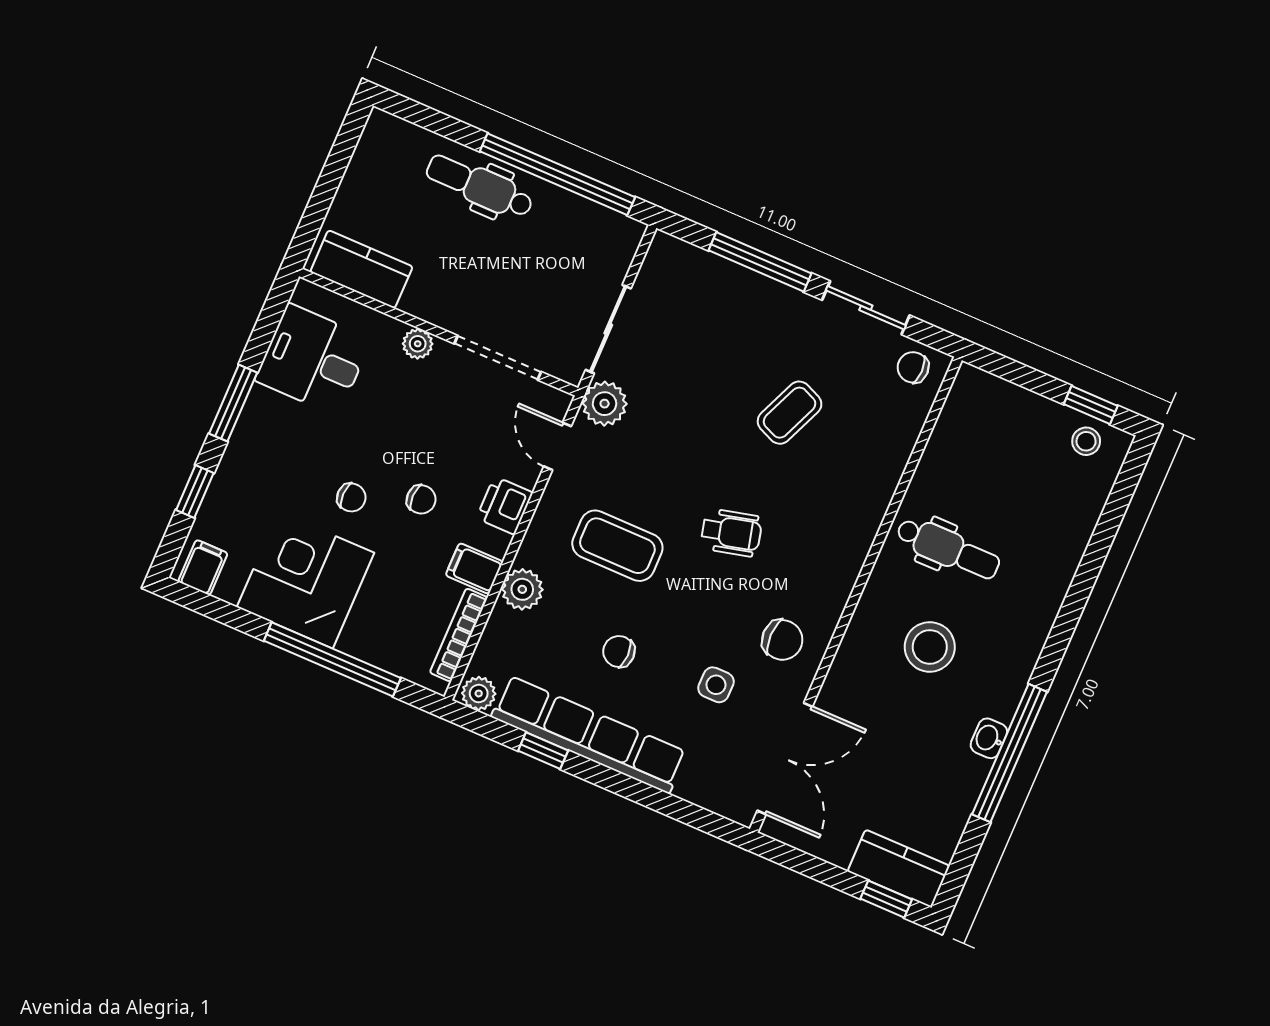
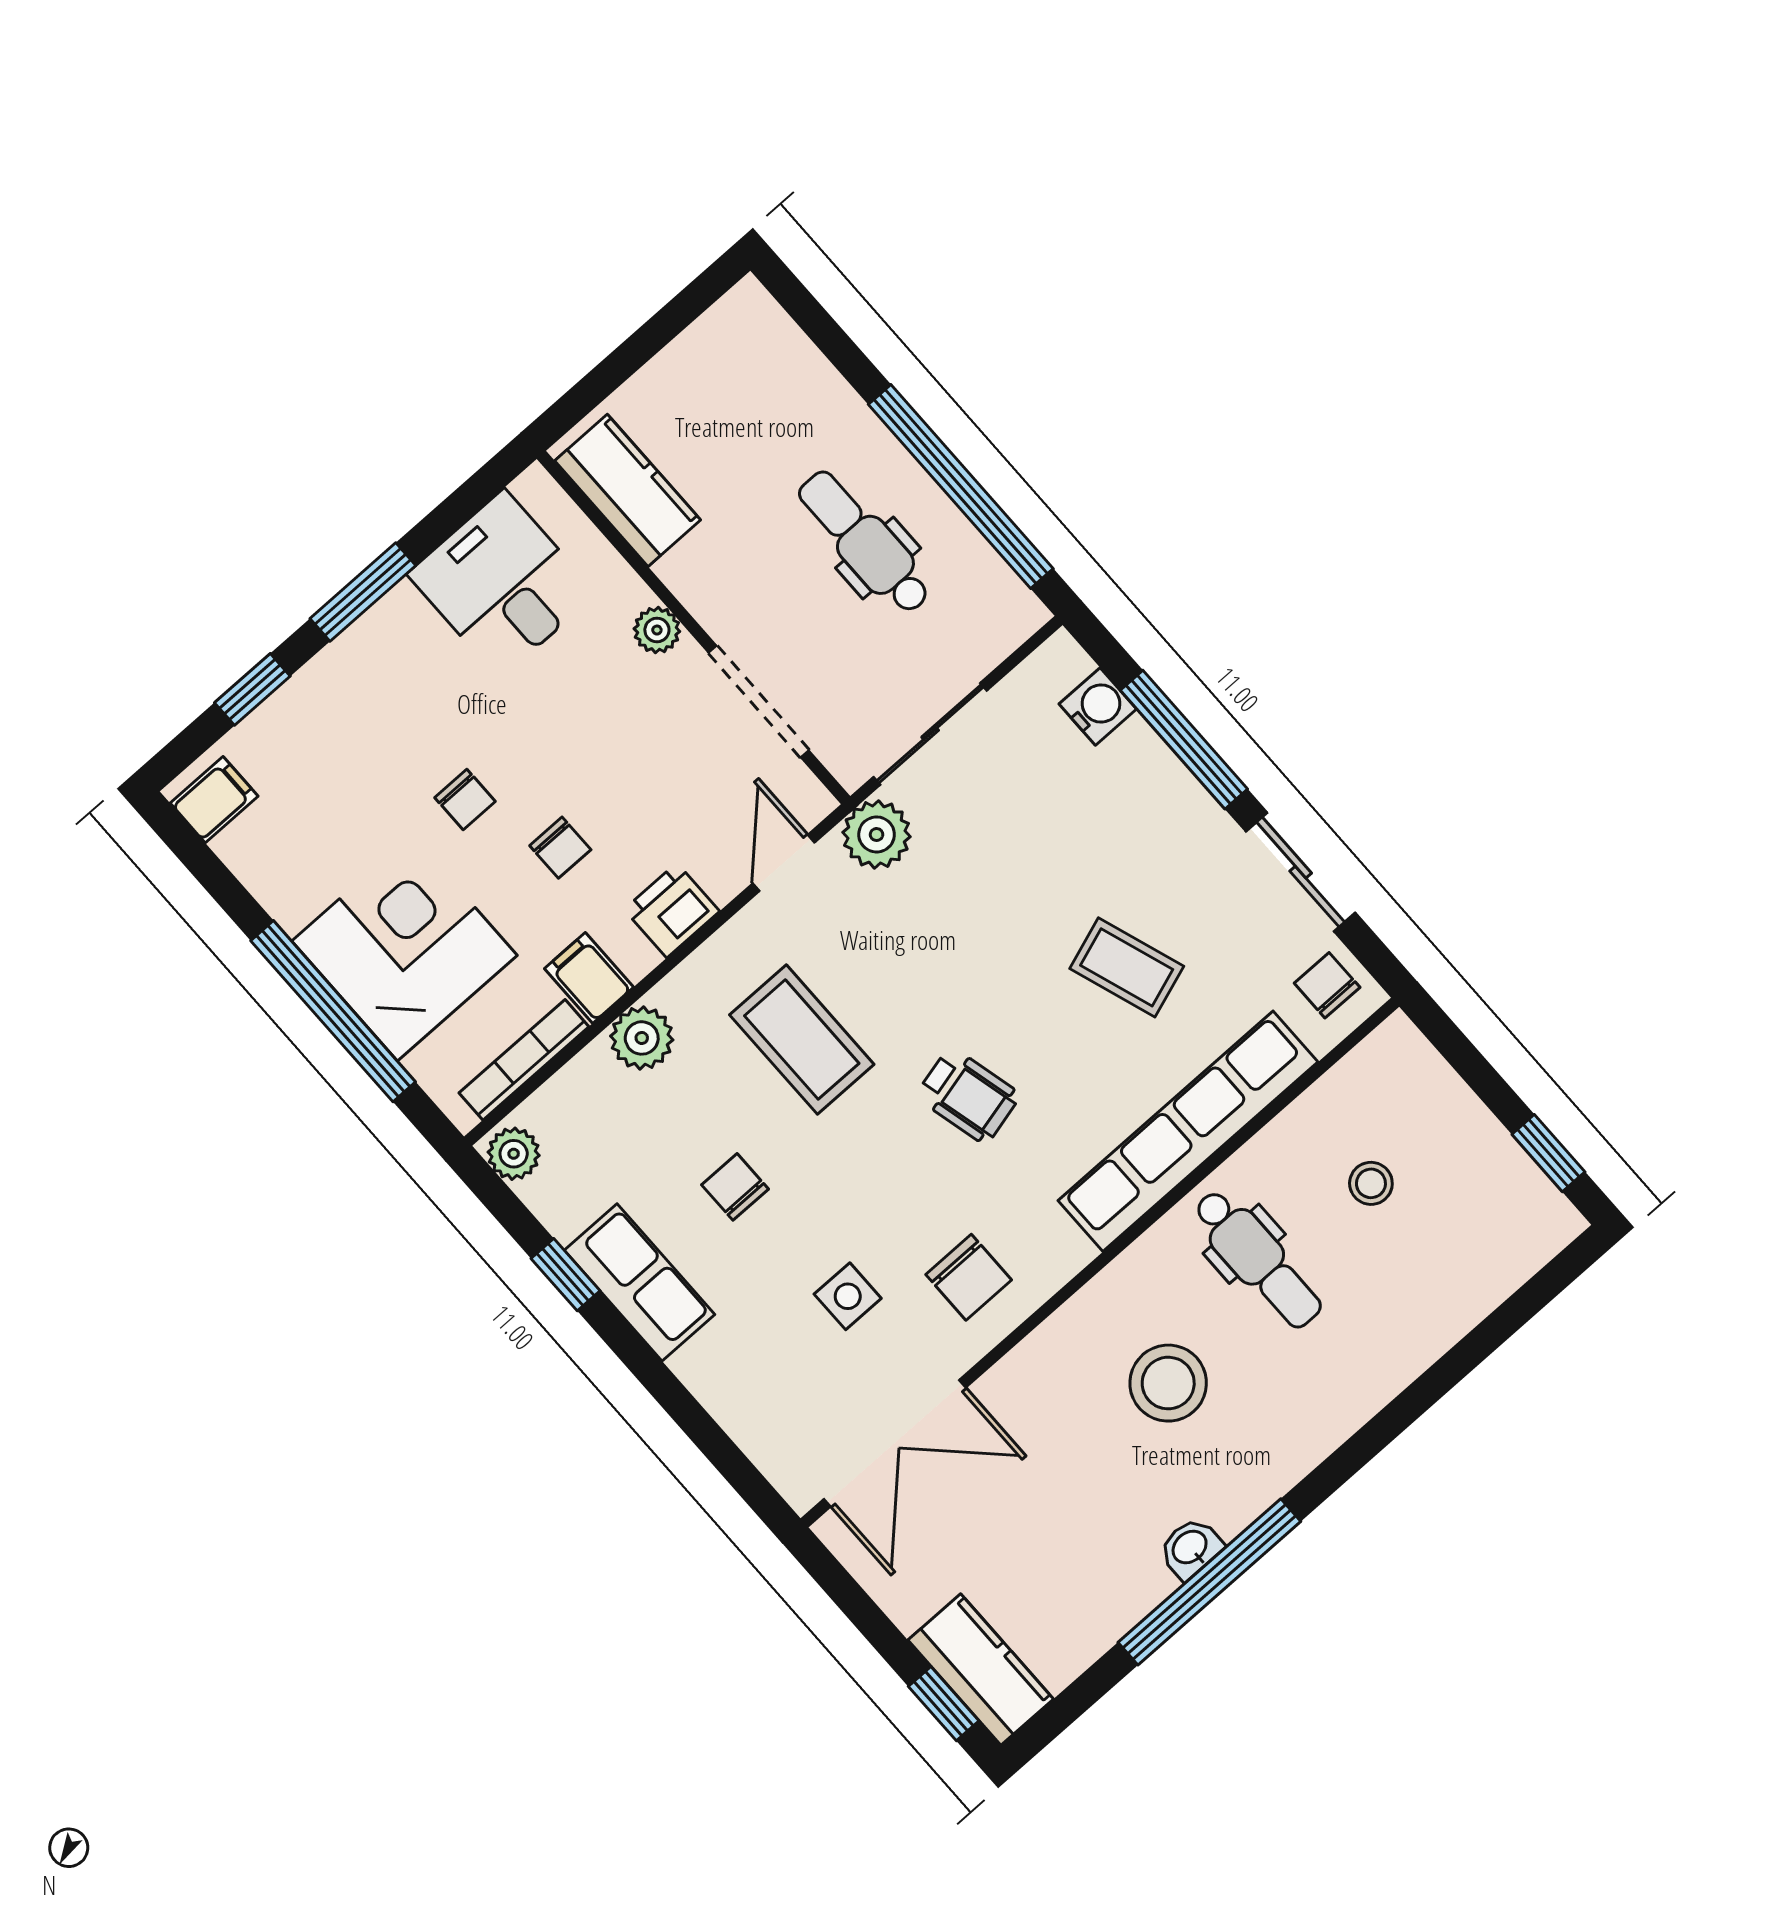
dental chair: (480, 186) -> (864, 542), moved
water cooler: (700, 266) -> (1098, 706), added
coffee table: (790, 413) -> (1127, 967), turned 48
stool: (1086, 441) -> (1371, 1183), moved
row of seats: (871, 492) -> (1188, 1131), added
corner desk: (305, 580) -> (405, 948), moved
row of seats: (589, 735) -> (640, 1282), width x0.50

